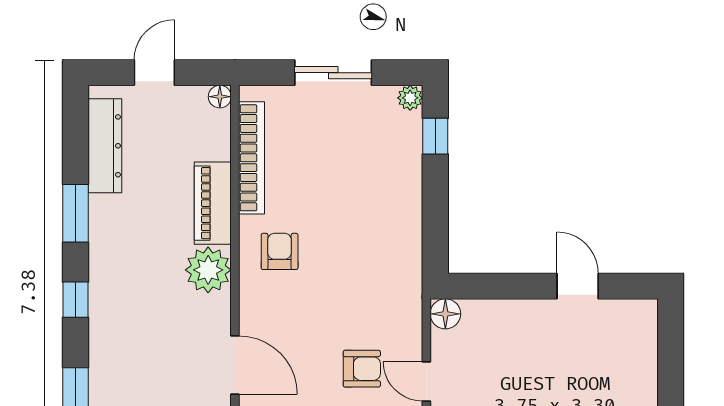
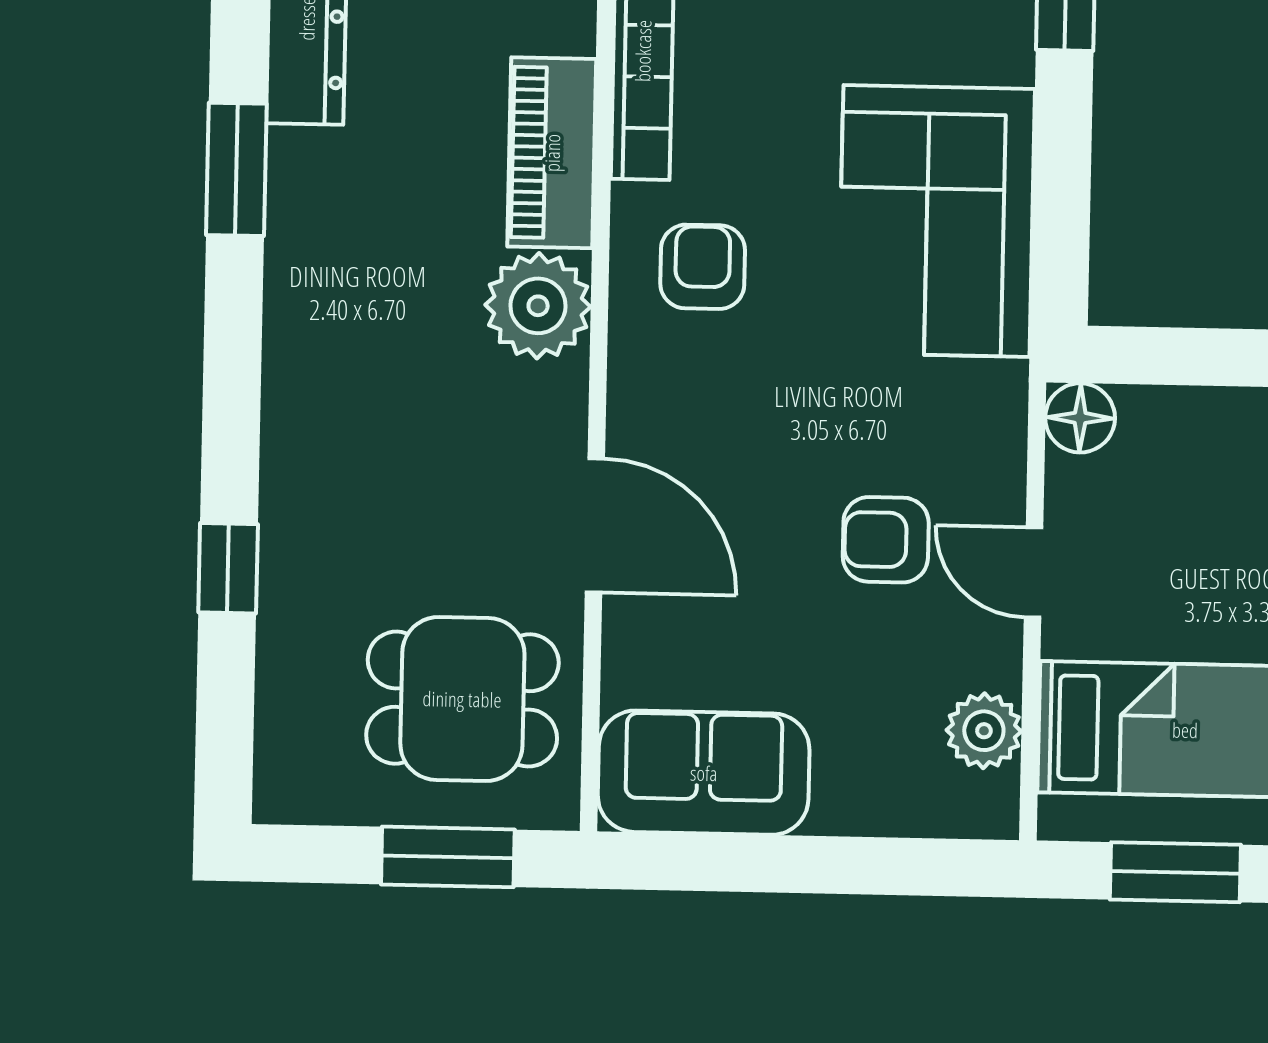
corner sofa: (381, 229) -> (936, 221), added
window: (76, 300) -> (232, 368), removed
armchair: (362, 369) -> (886, 540), turned 180

